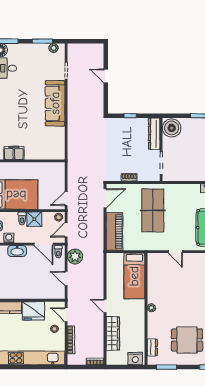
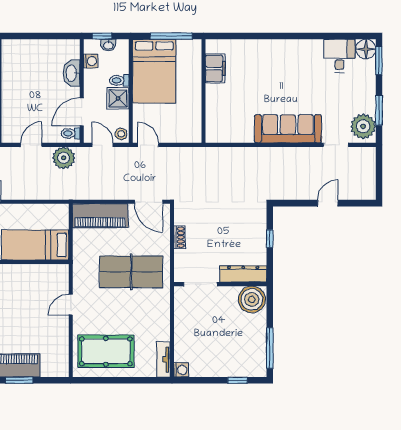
plant: (53, 48) -> (363, 126), width x1.88, depth x1.88

